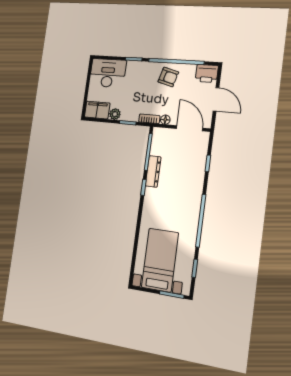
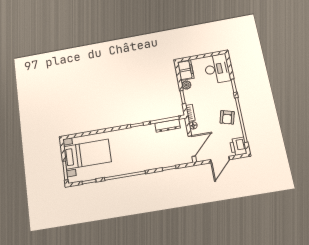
dresser: (153, 171) -> (168, 126), moved

